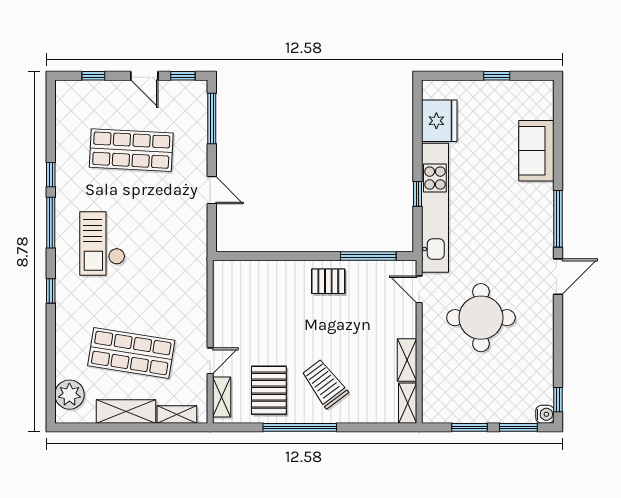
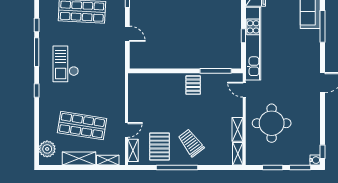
window: (558, 219) -> (323, 26), moved
pallet: (328, 281) -> (193, 85), turned 90
round table: (481, 318) -> (272, 123), moved

